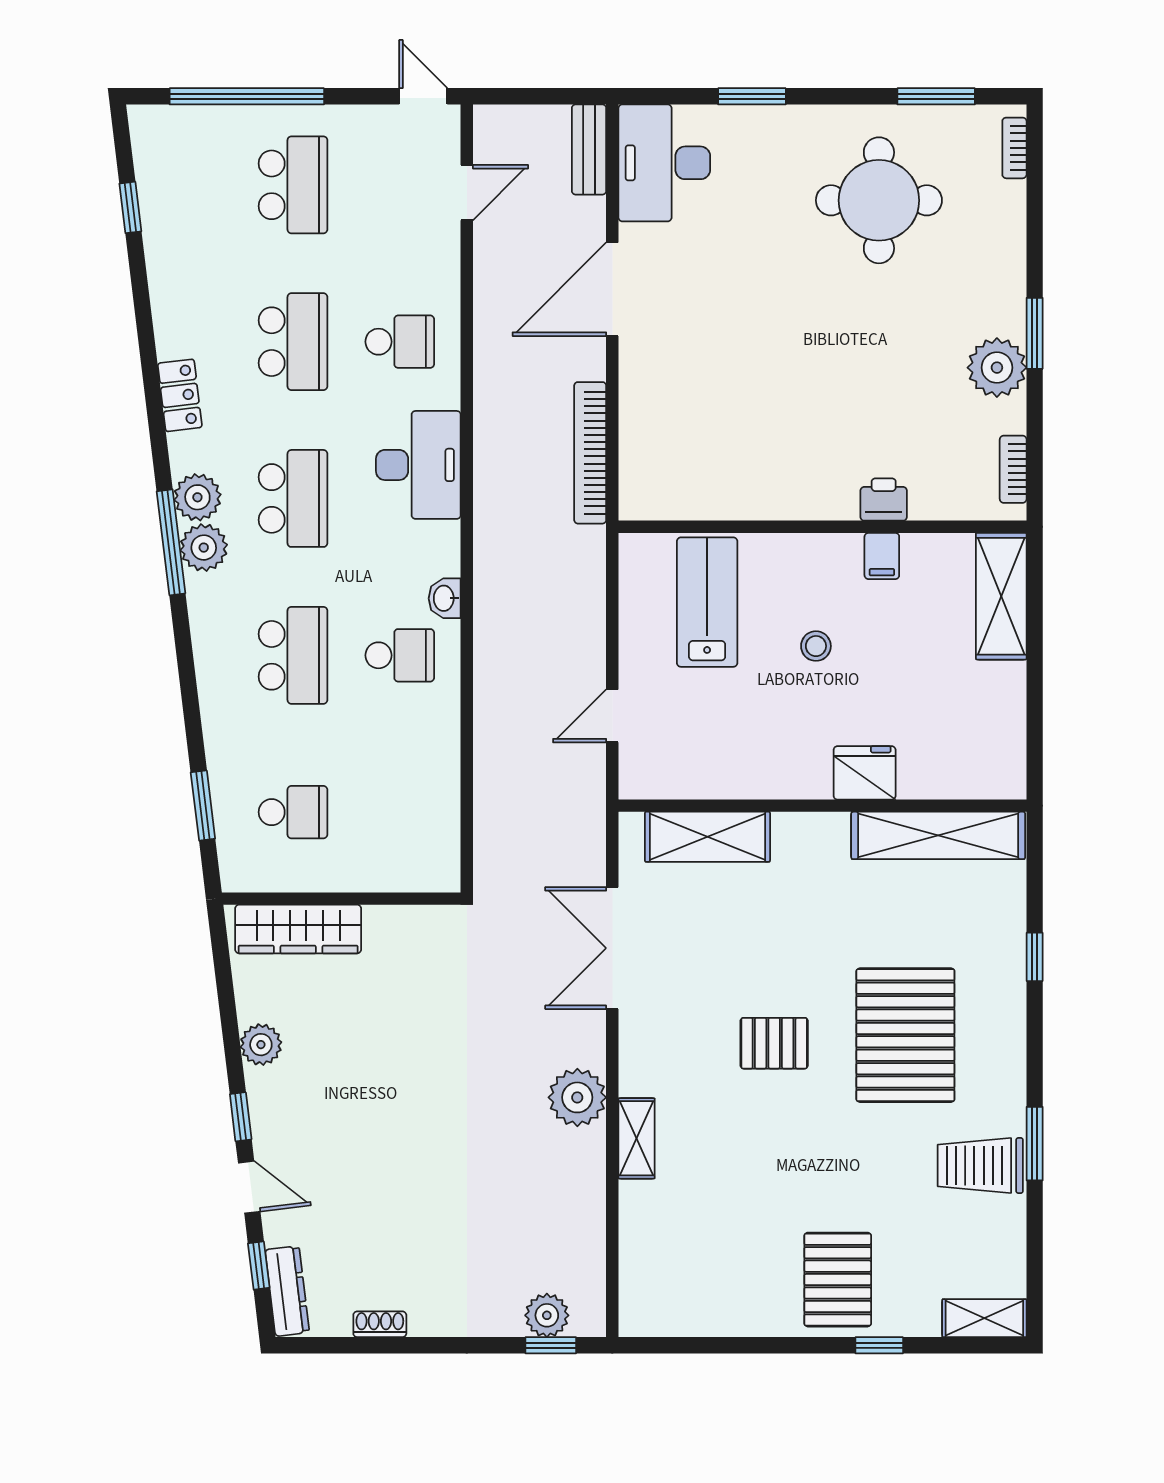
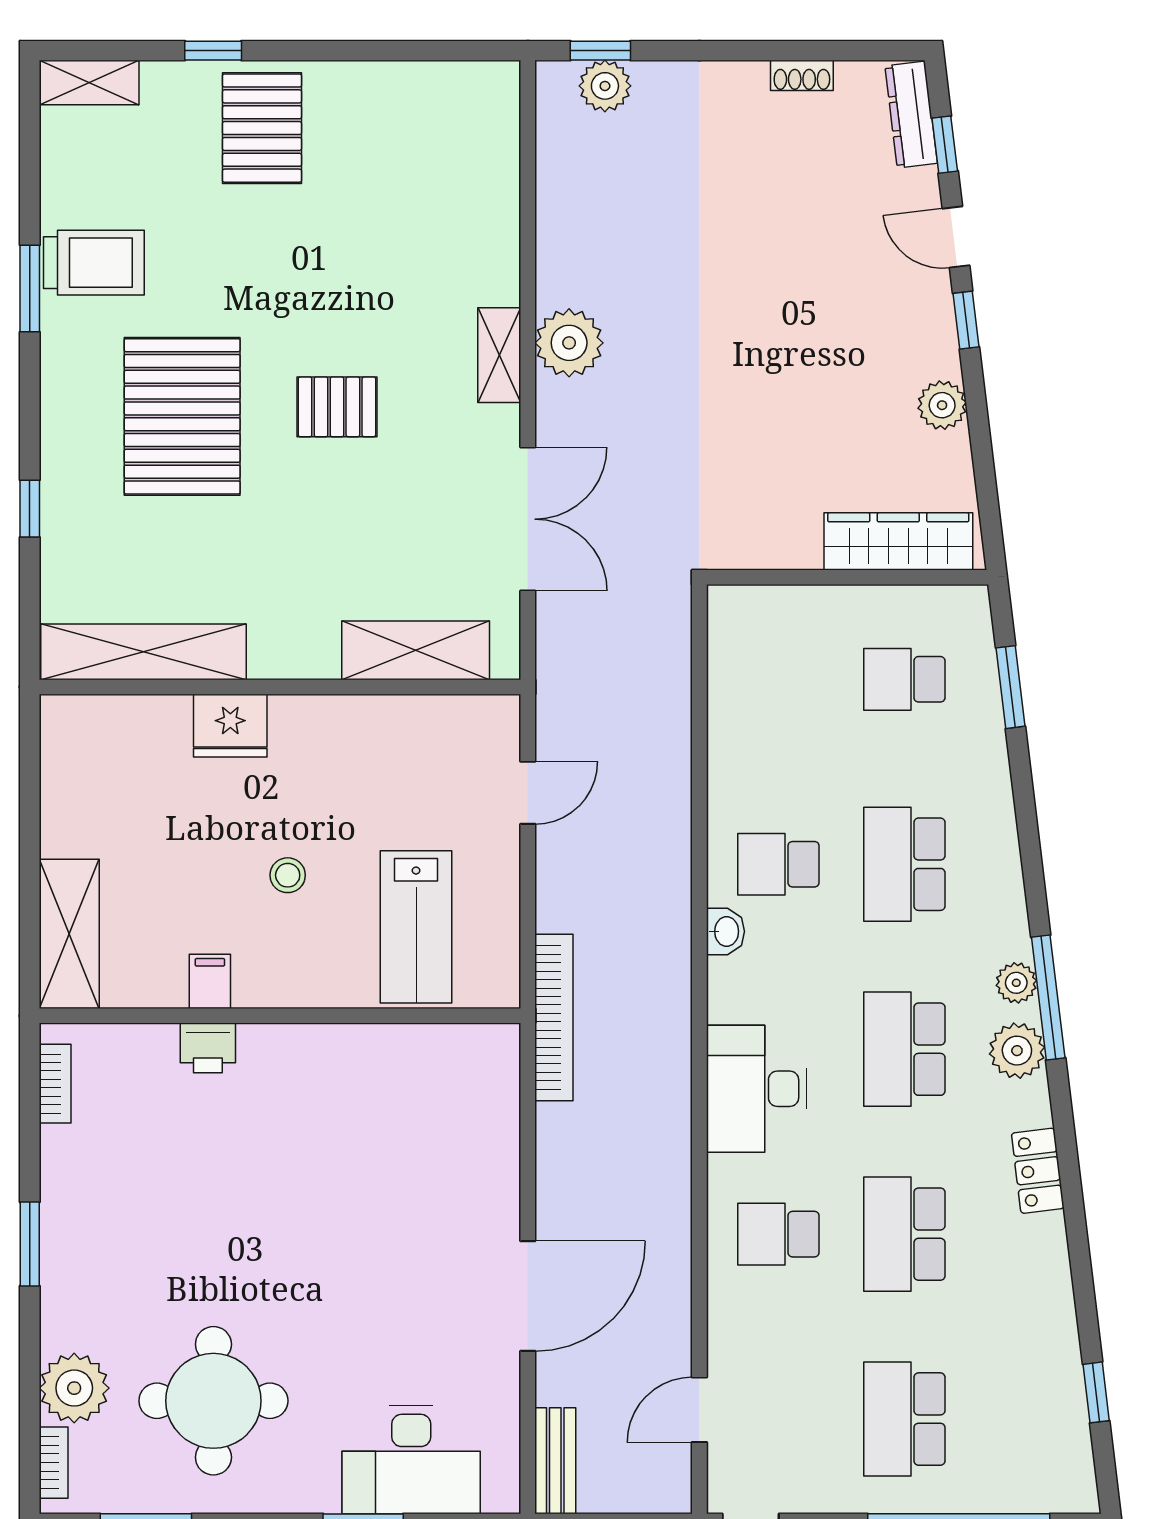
desk: (664, 163) -> (411, 1460), moved, turned 90
plant: (997, 368) -> (74, 1388), moved
bookcase: (590, 453) -> (554, 1018), moved
plant: (204, 548) -> (1016, 983), width x0.73, depth x0.73
shelving: (636, 1138) -> (499, 355), moved

